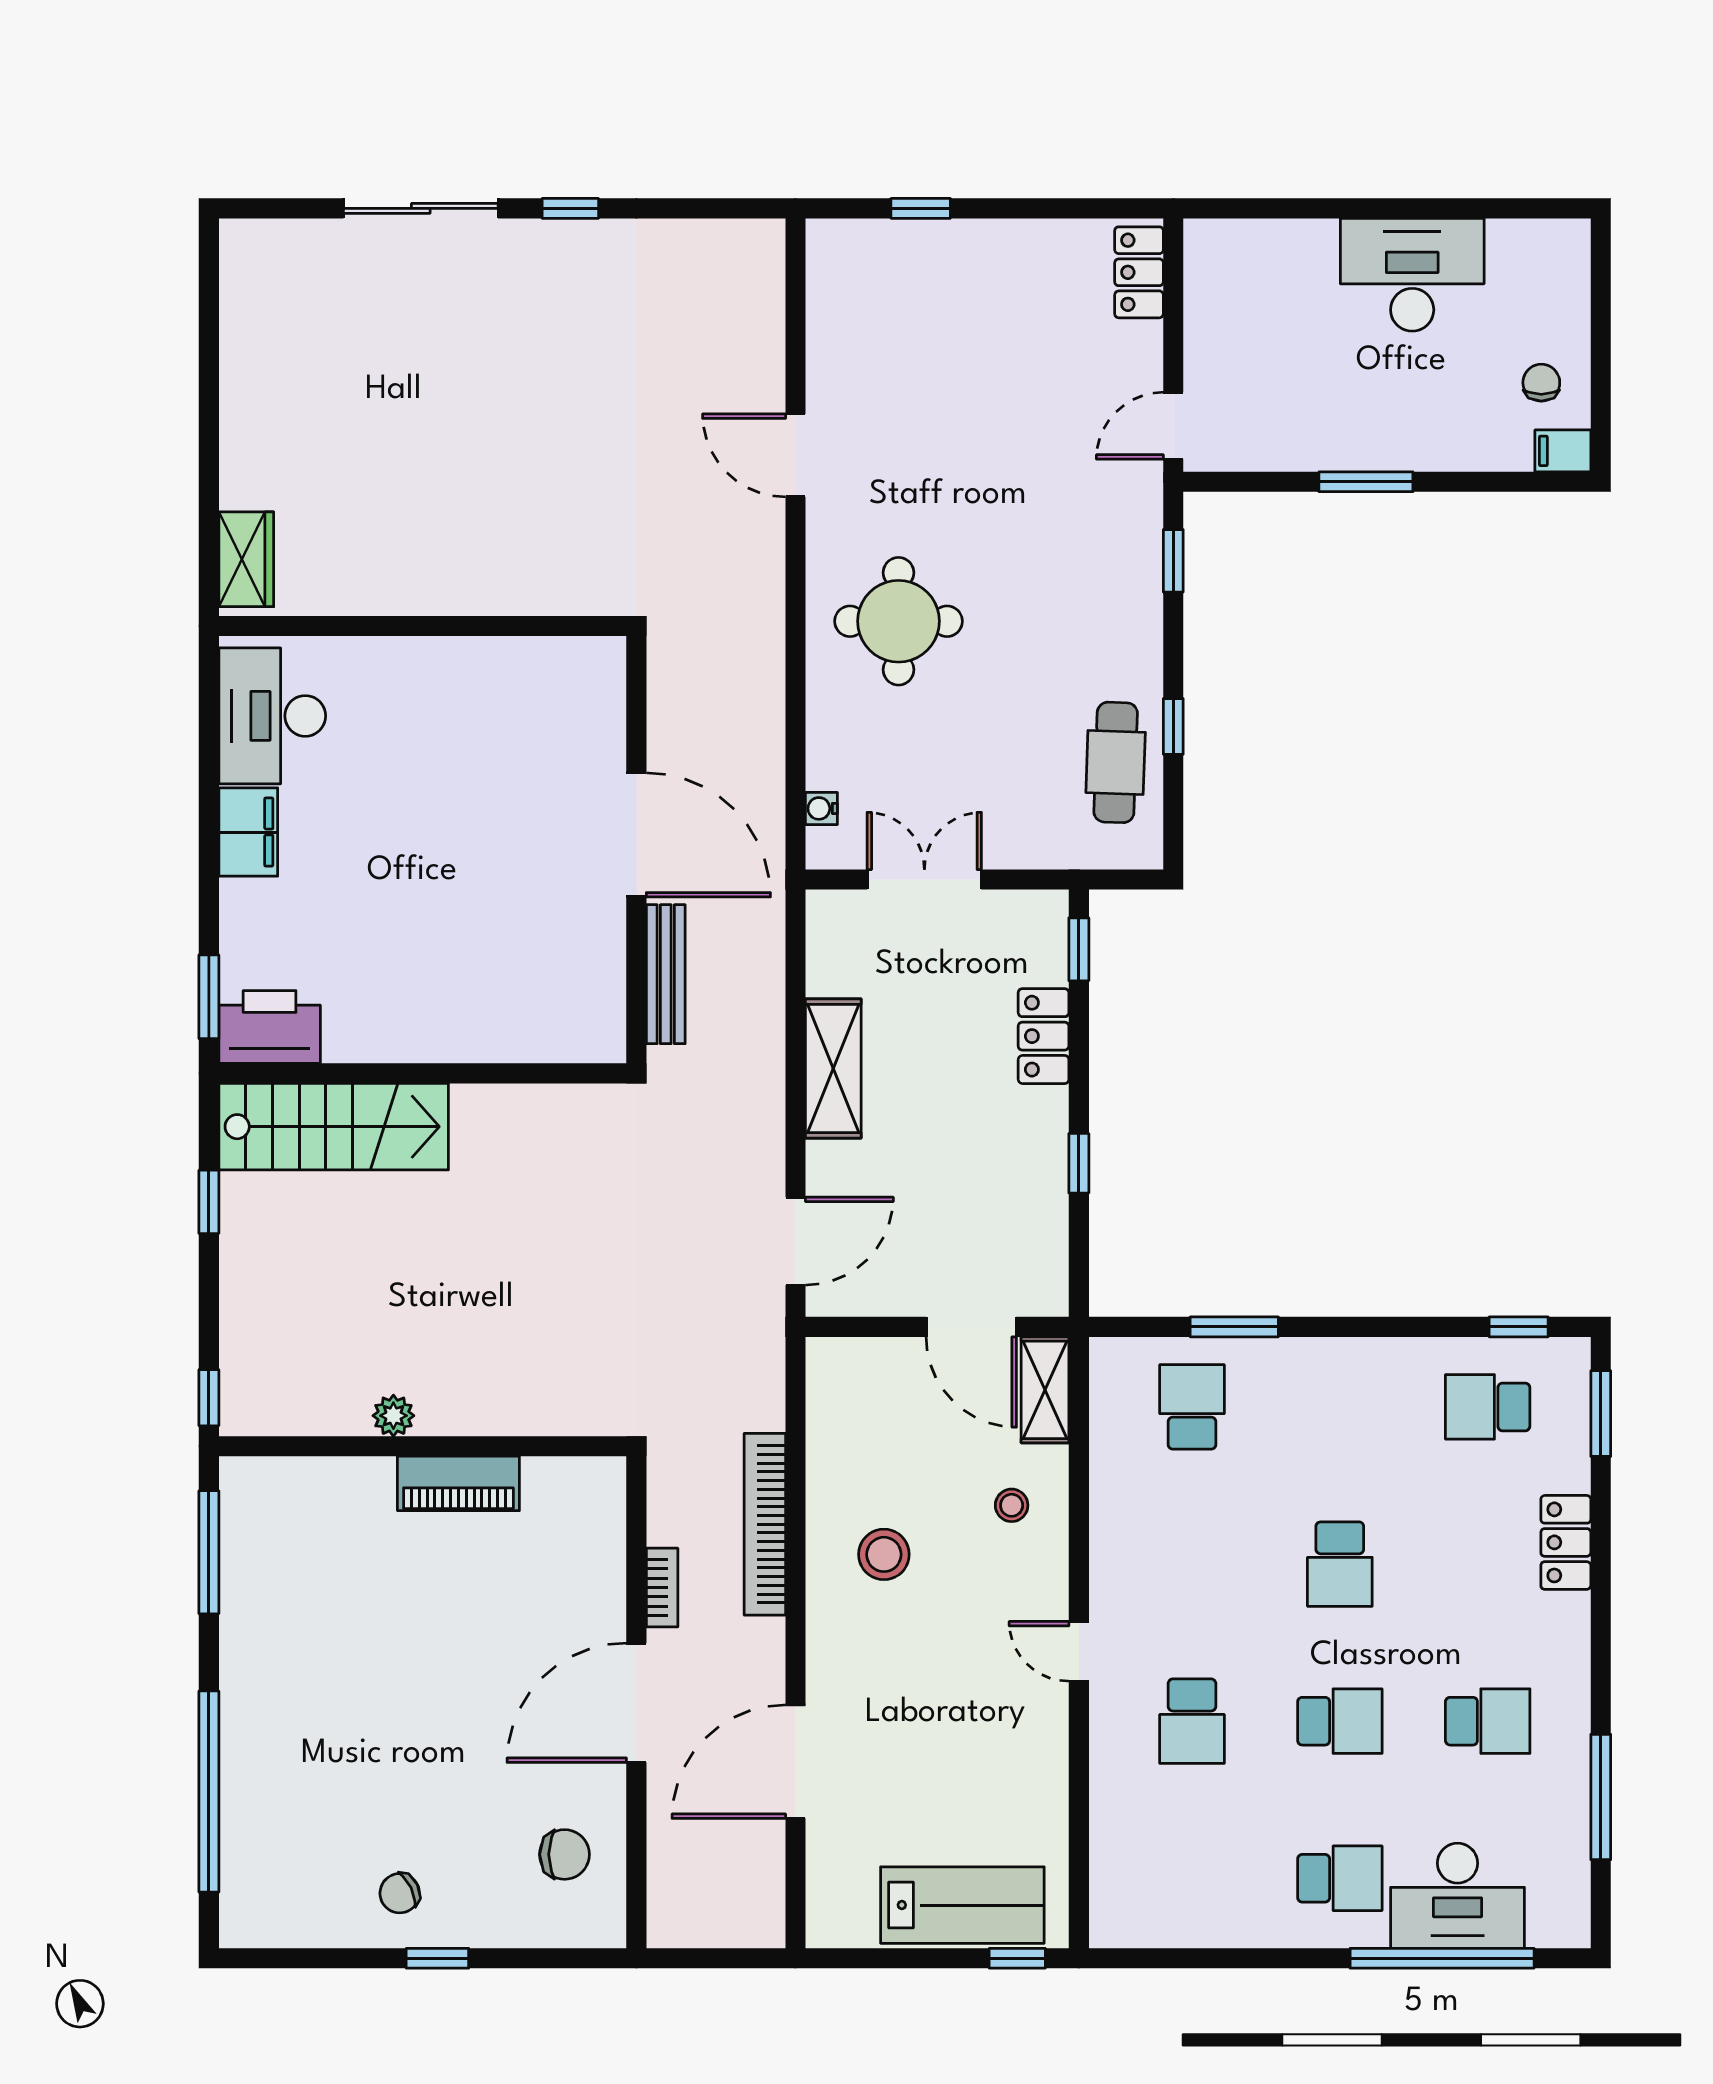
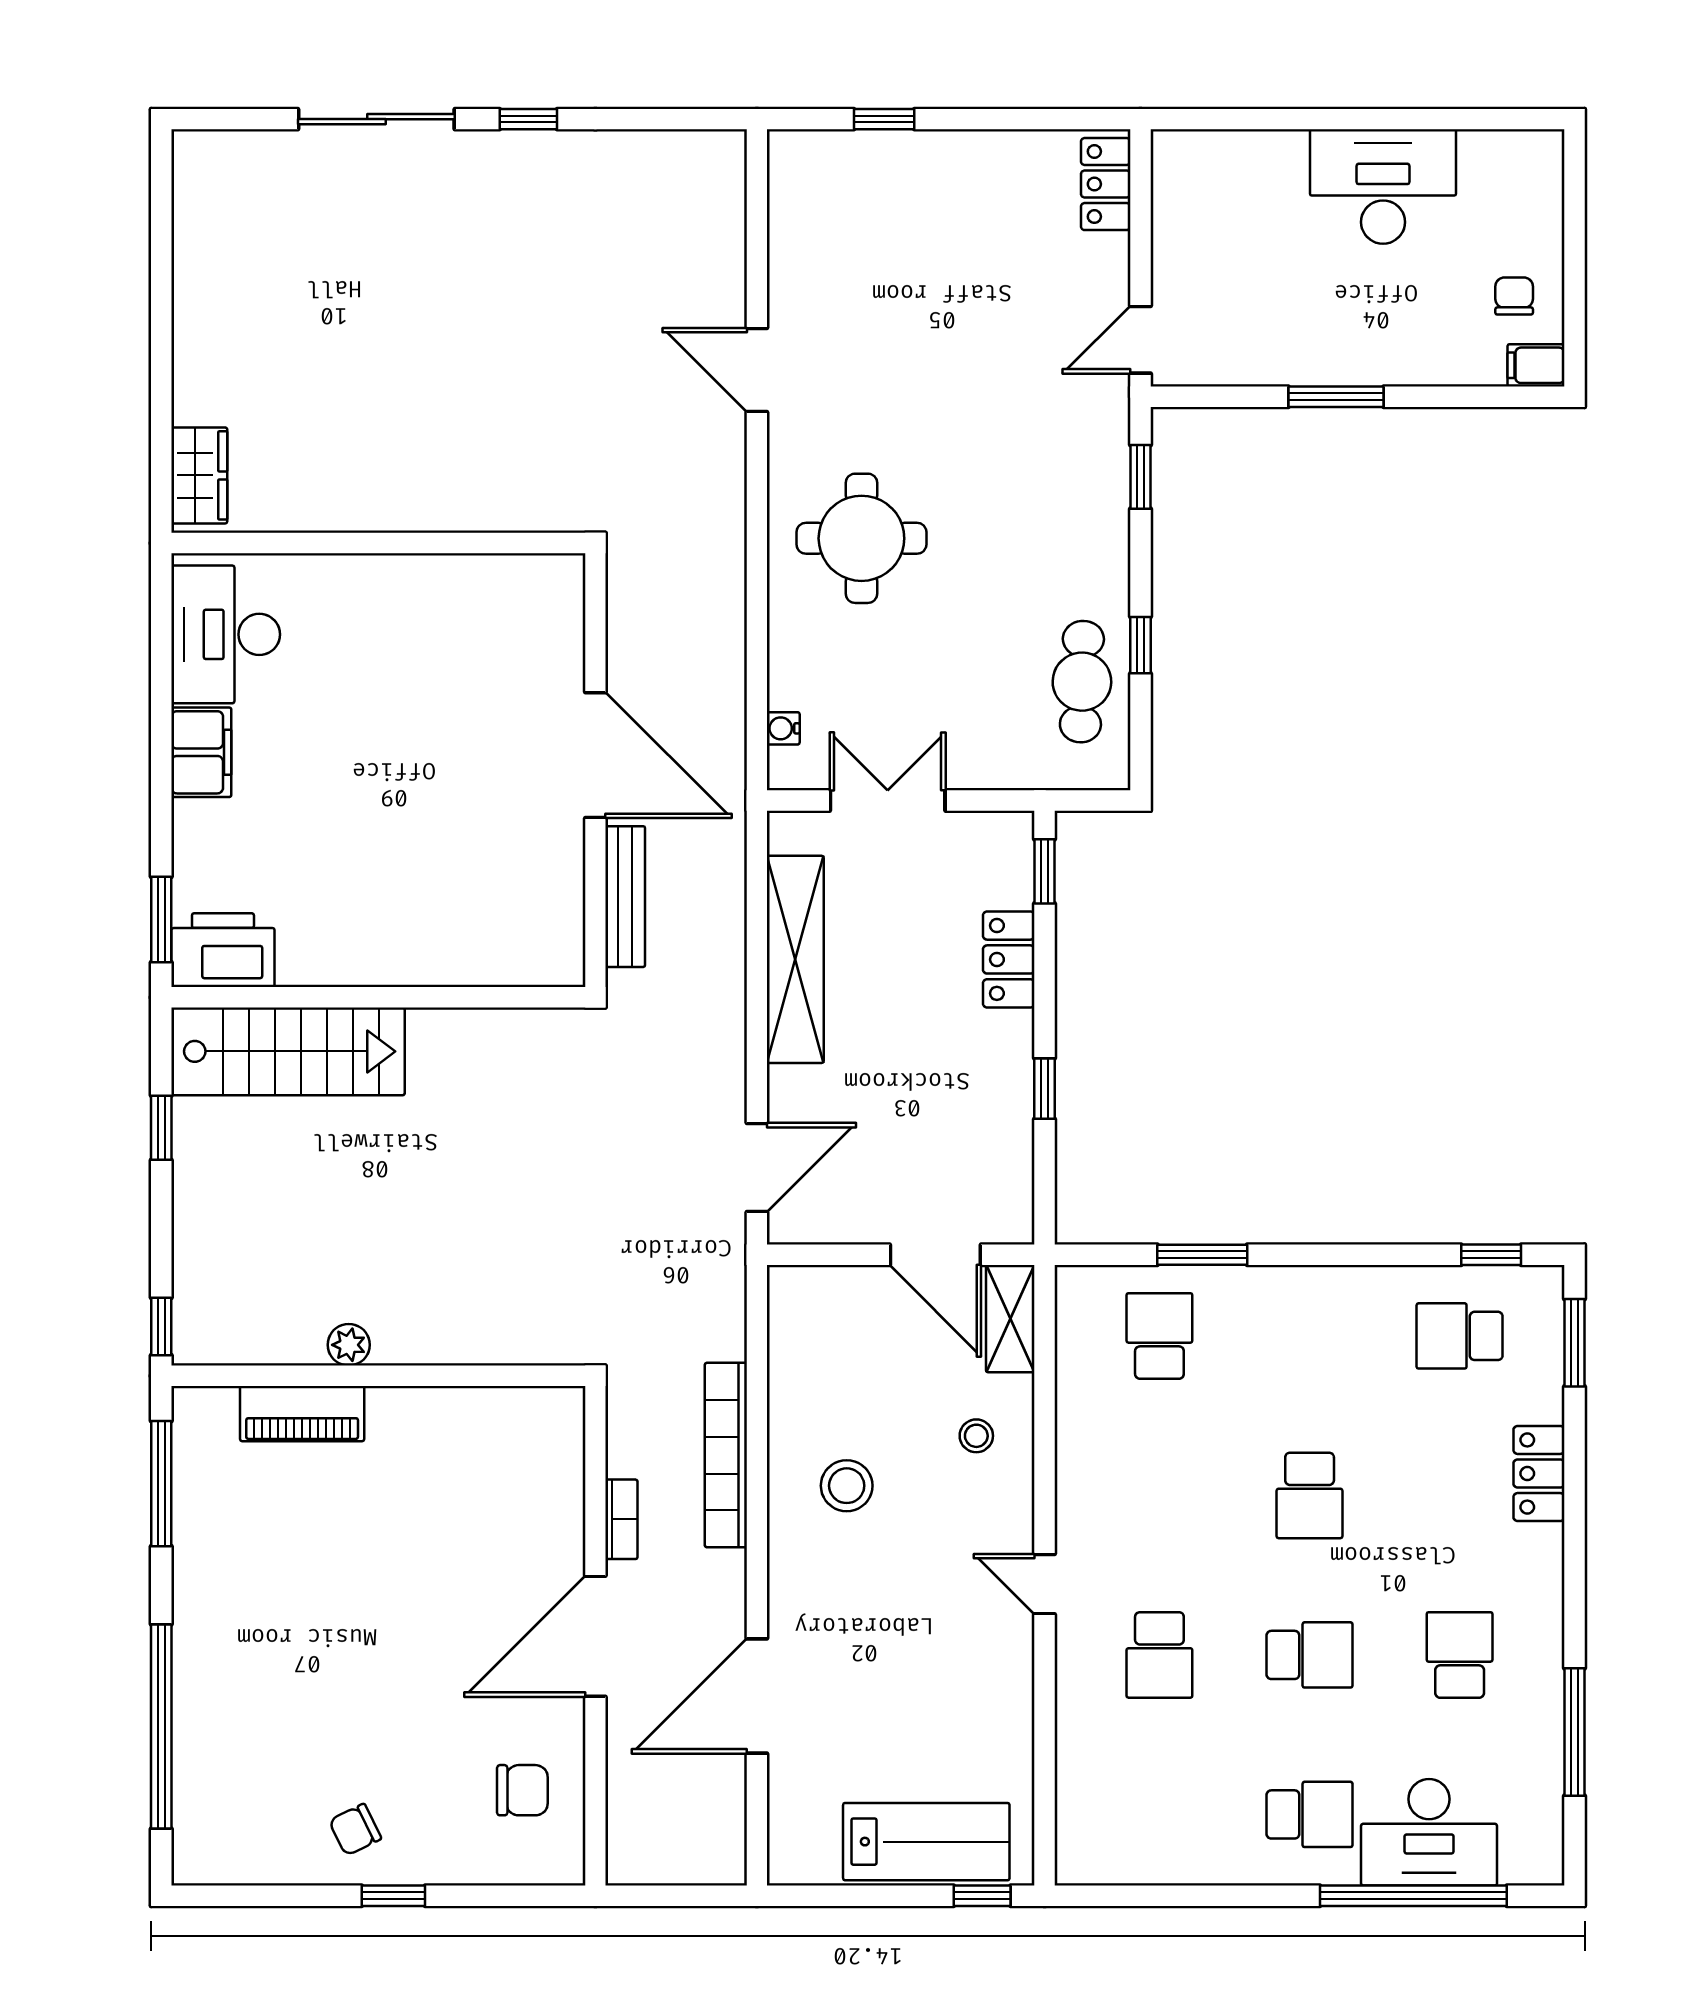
shelving: (833, 1068) -> (795, 959), width x1.47
piano: (458, 1483) -> (302, 1414), moved
school desk: (1488, 1721) -> (1460, 1655), turned -90

